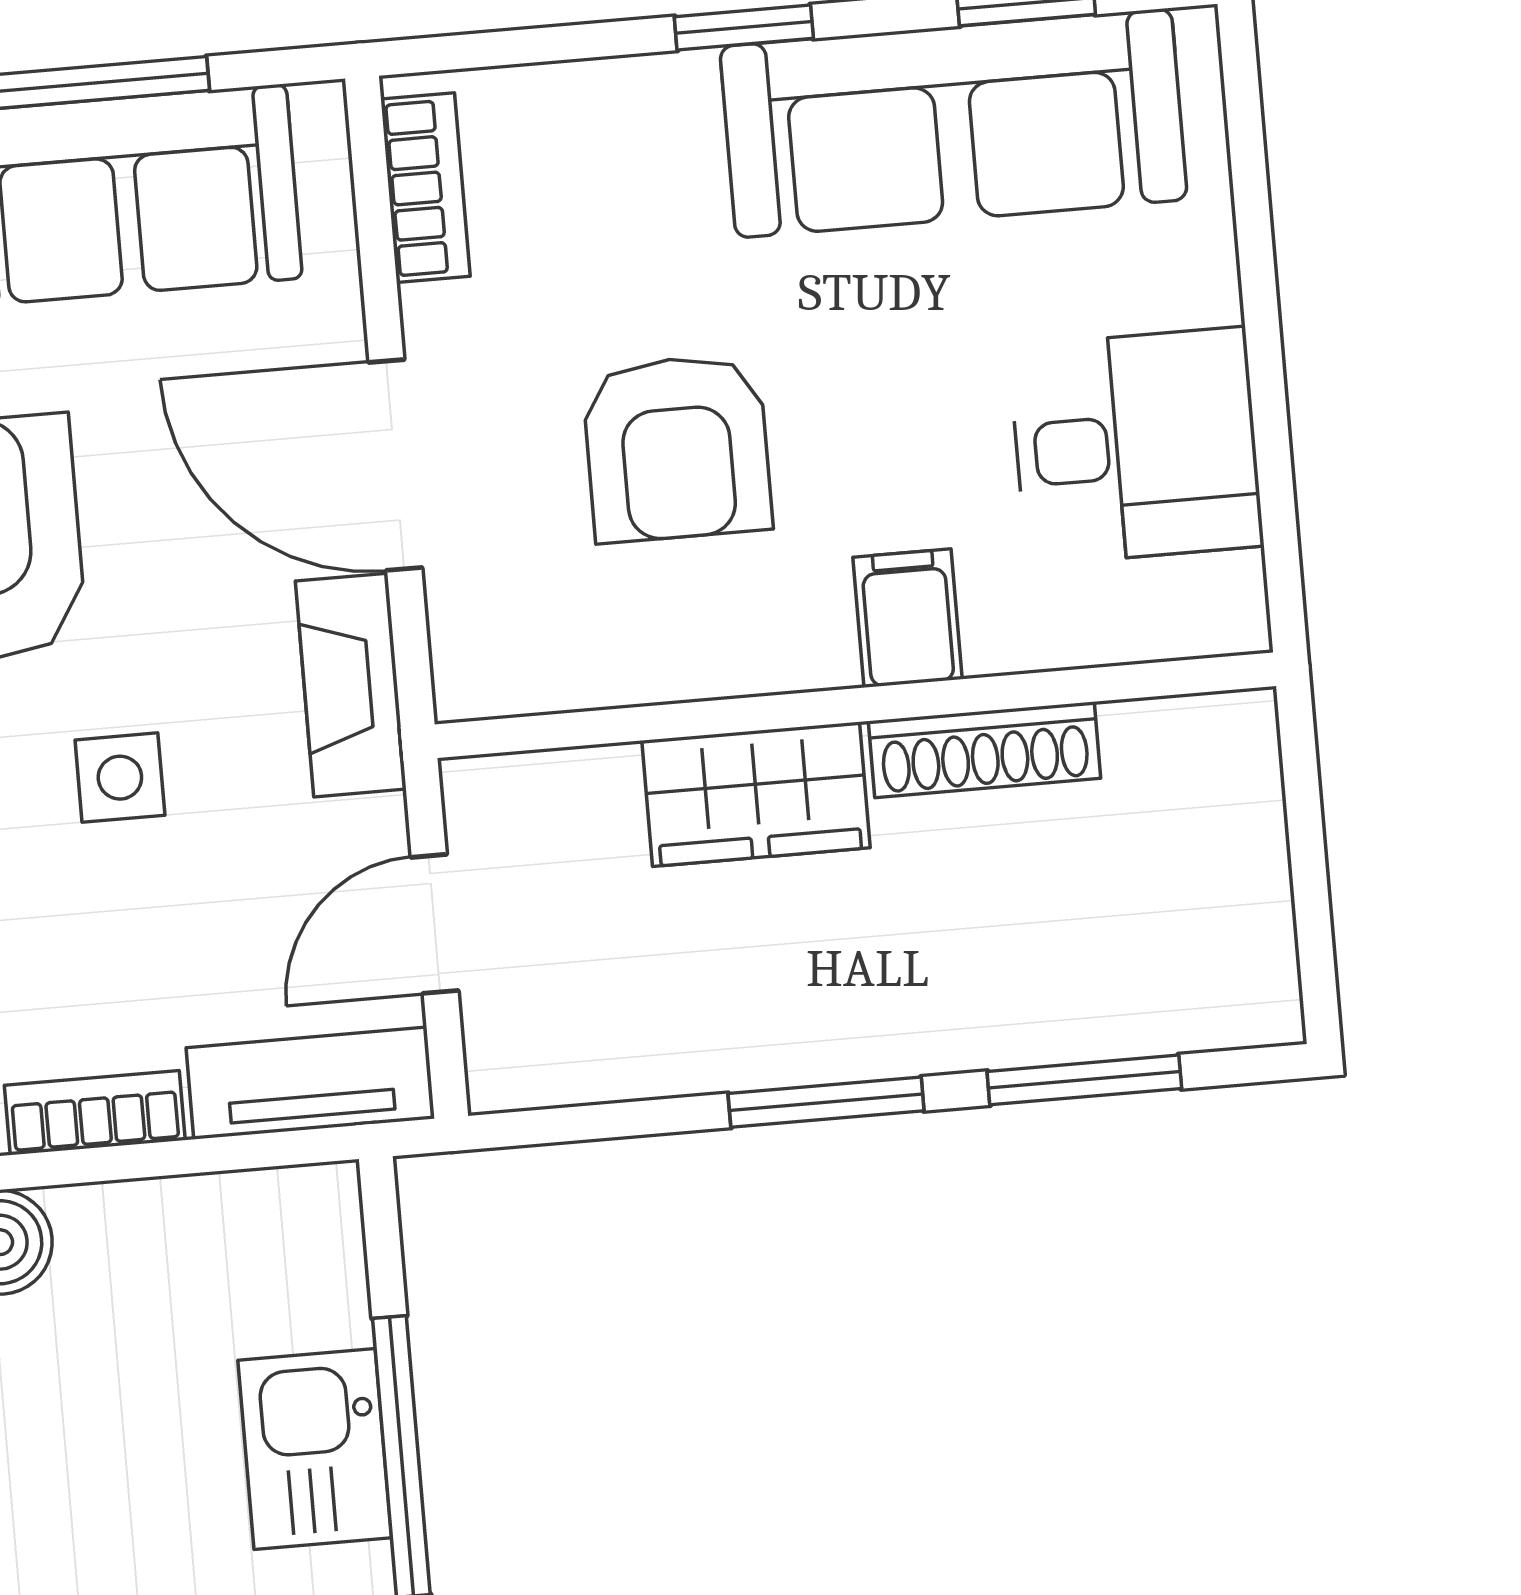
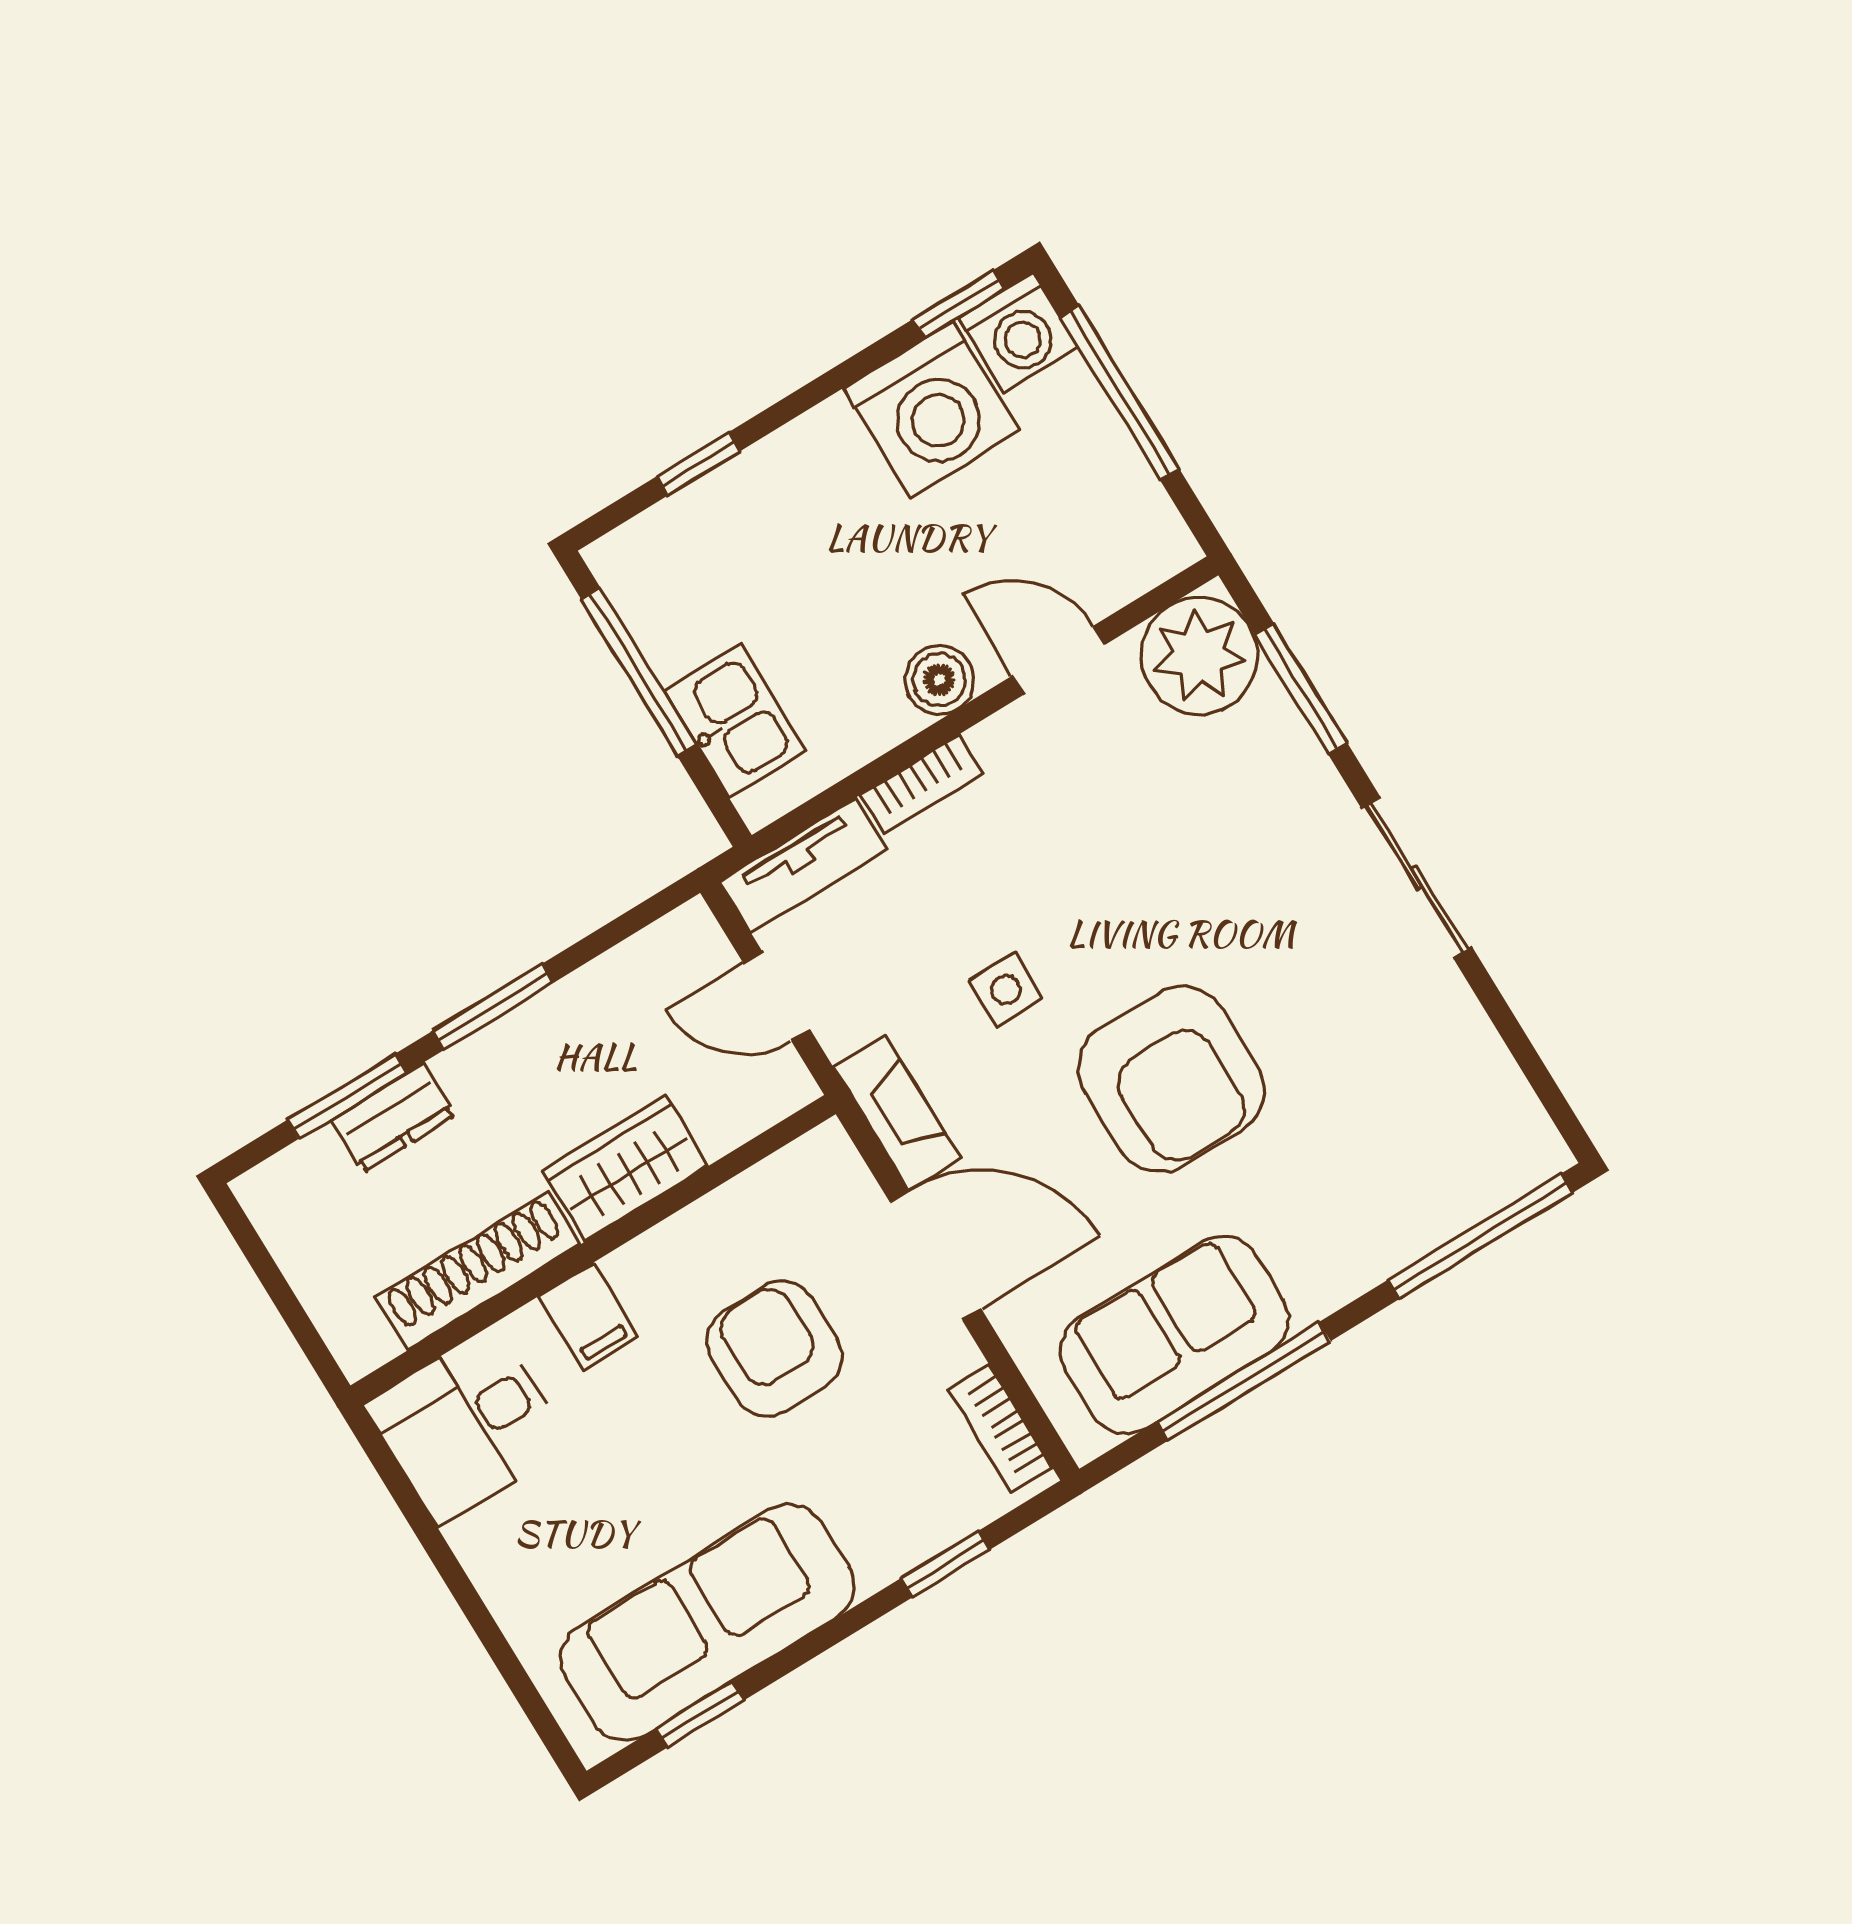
window: (744, 28) -> (946, 1564), moved
desk: (1136, 446) -> (467, 1425), moved
shoe rack: (984, 750) -> (478, 1271), width x1.36, depth x1.24
door: (435, 924) -> (777, 996), swing flipped
dresser: (1036, 1020) -> (393, 1117), added
kitchen sink: (315, 1449) -> (735, 721), moved

